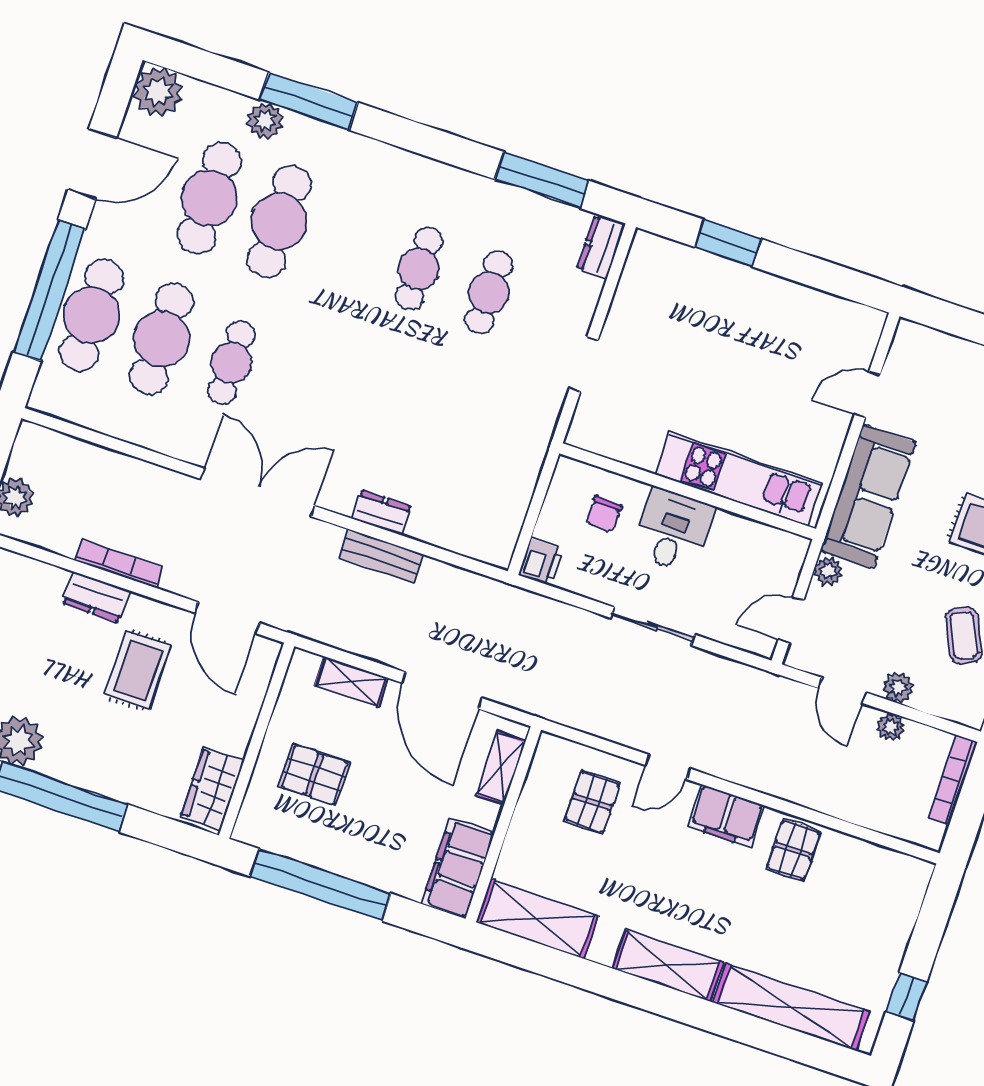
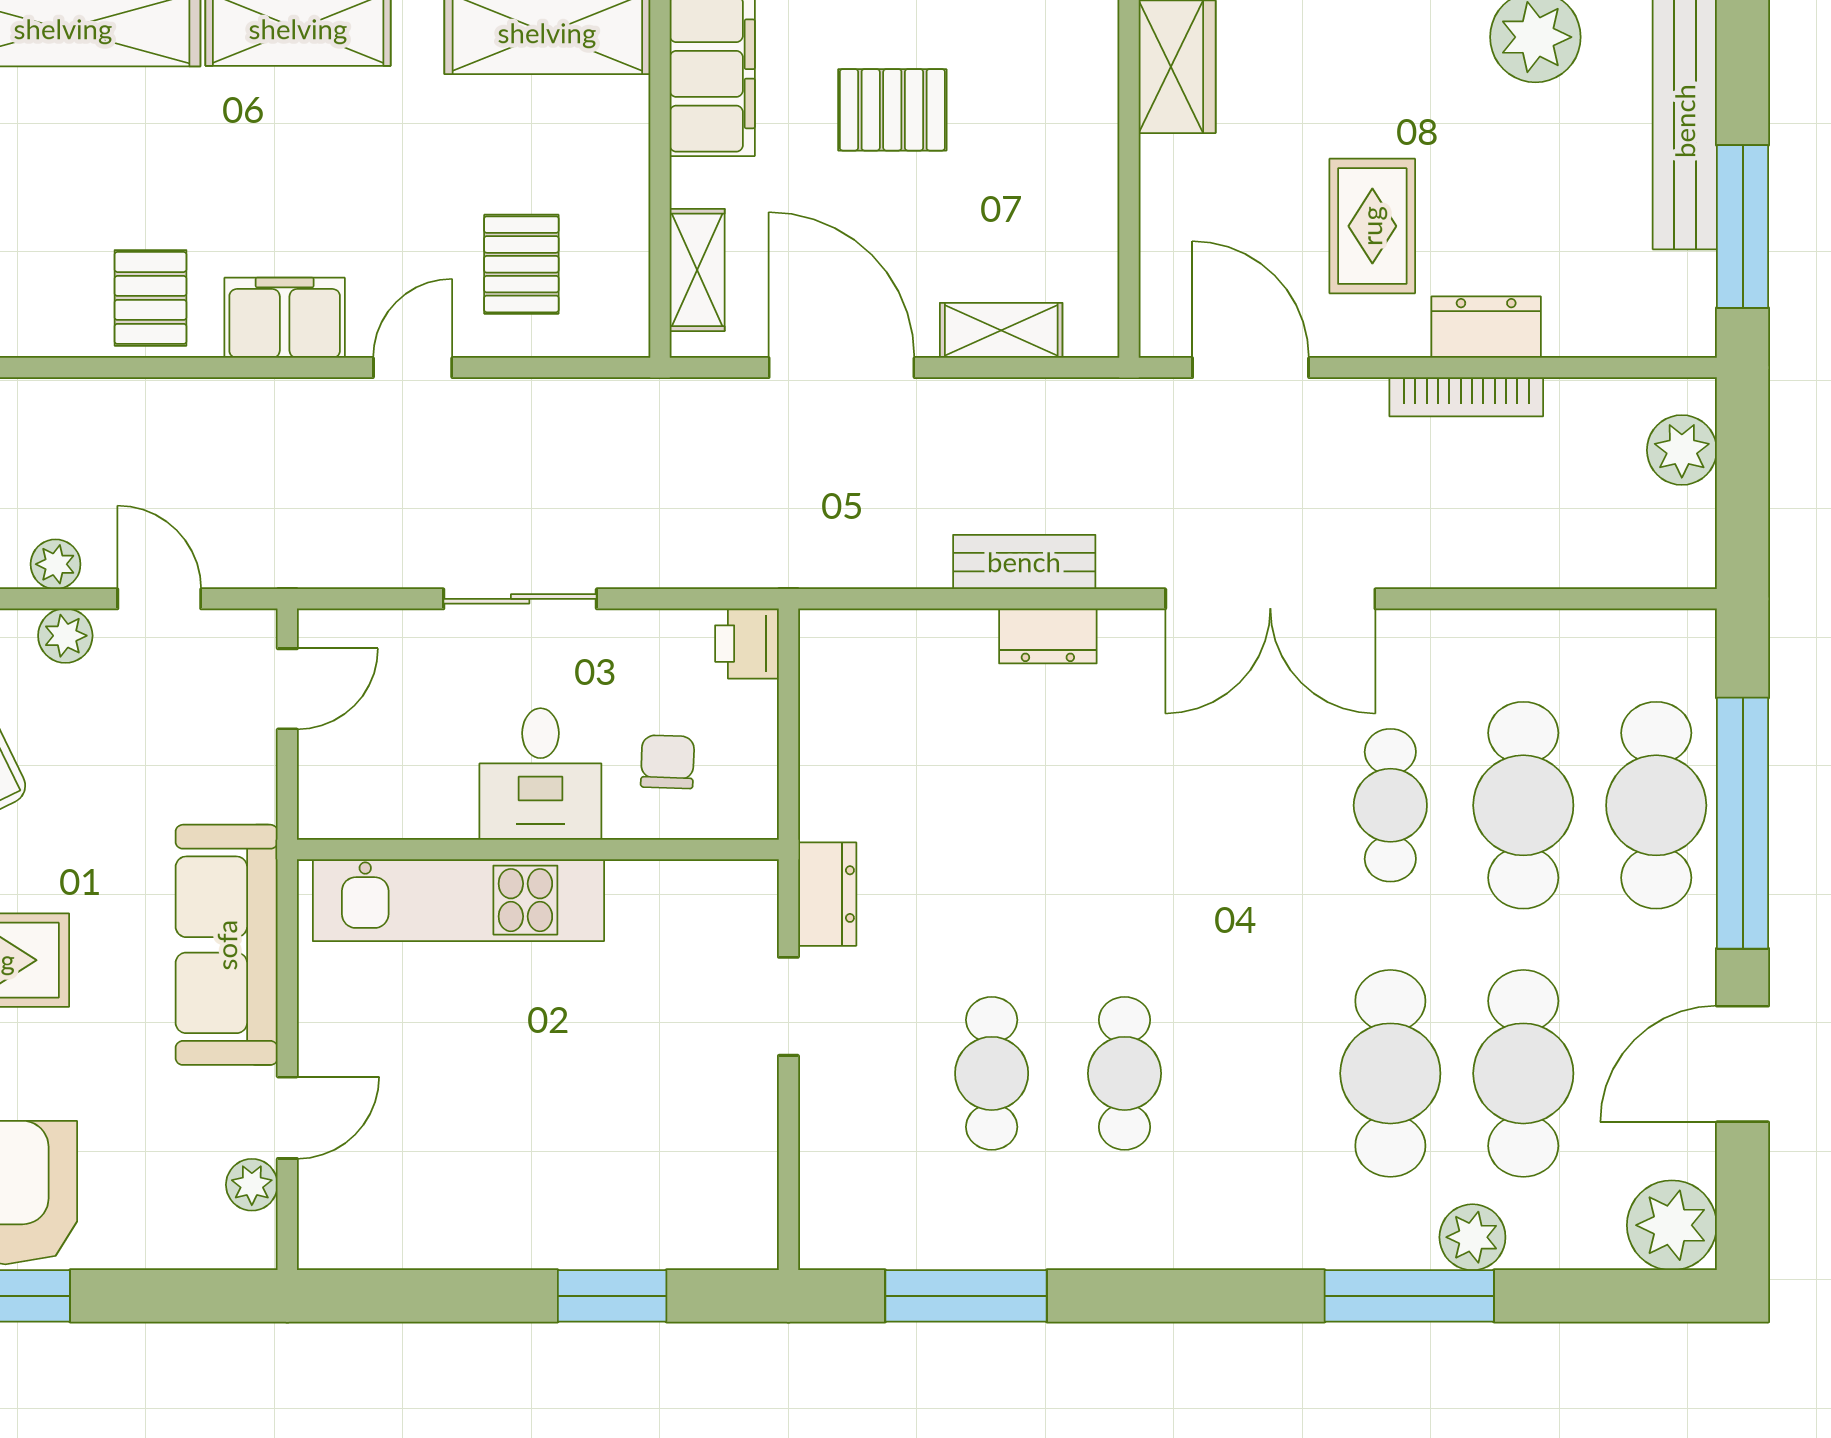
dresser: (601, 247) -> (827, 894), moved
plant: (828, 571) -> (252, 1185), moved
pallet: (314, 775) -> (892, 110), moved

